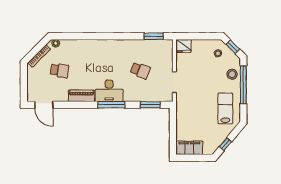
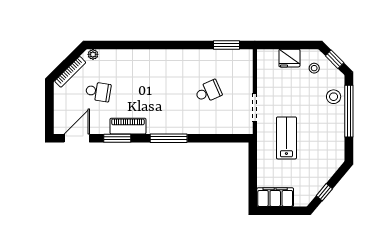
fridge: (184, 46) -> (289, 58), moved
school desk: (140, 71) -> (208, 92), turned -45
desk: (109, 91) -> (166, 119), removed
door: (44, 105) -> (77, 138), swing flipped
window: (150, 105) -> (117, 138), moved
lab bench: (225, 108) -> (286, 138), moved

